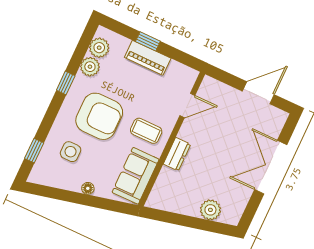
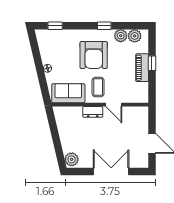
door: (187, 106) -> (114, 105), moved
side table: (71, 152) -> (65, 48), removed
plant: (210, 210) -> (72, 159), moved

